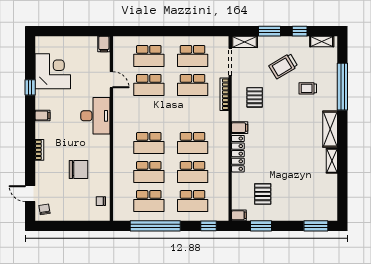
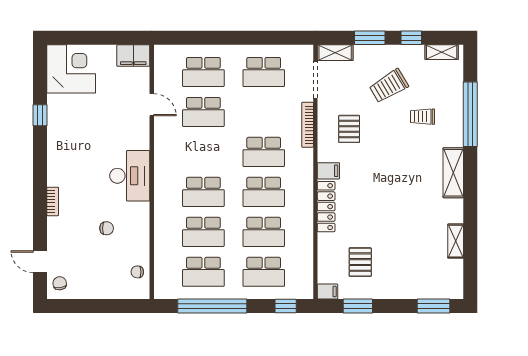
filing cabinet: (104, 44) -> (133, 56), width x2.00
corner desk: (53, 71) -> (71, 69), moved
school desk: (193, 85) -> (264, 152), moved
filing cabinet: (43, 115) -> (57, 154), removed
desk: (95, 116) -> (130, 176), moved
shelving: (332, 161) -> (456, 241), moved
chair: (79, 169) -> (107, 228), width x0.54, depth x0.54

